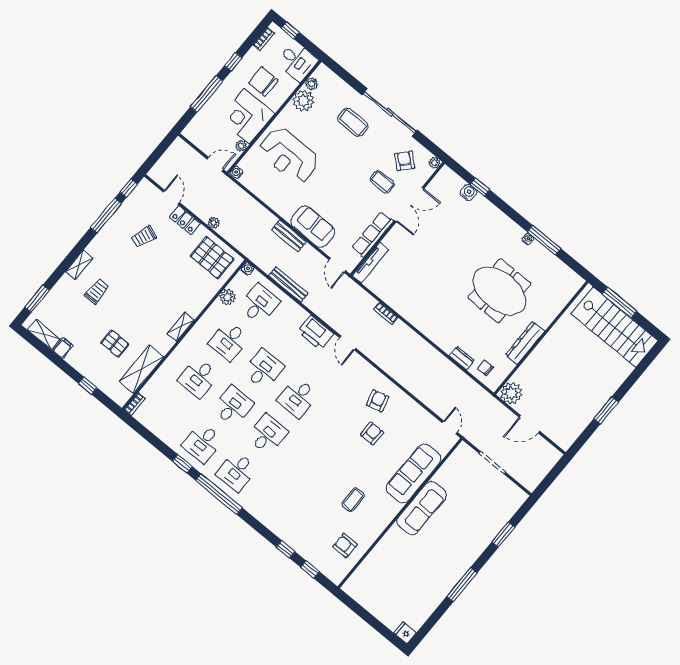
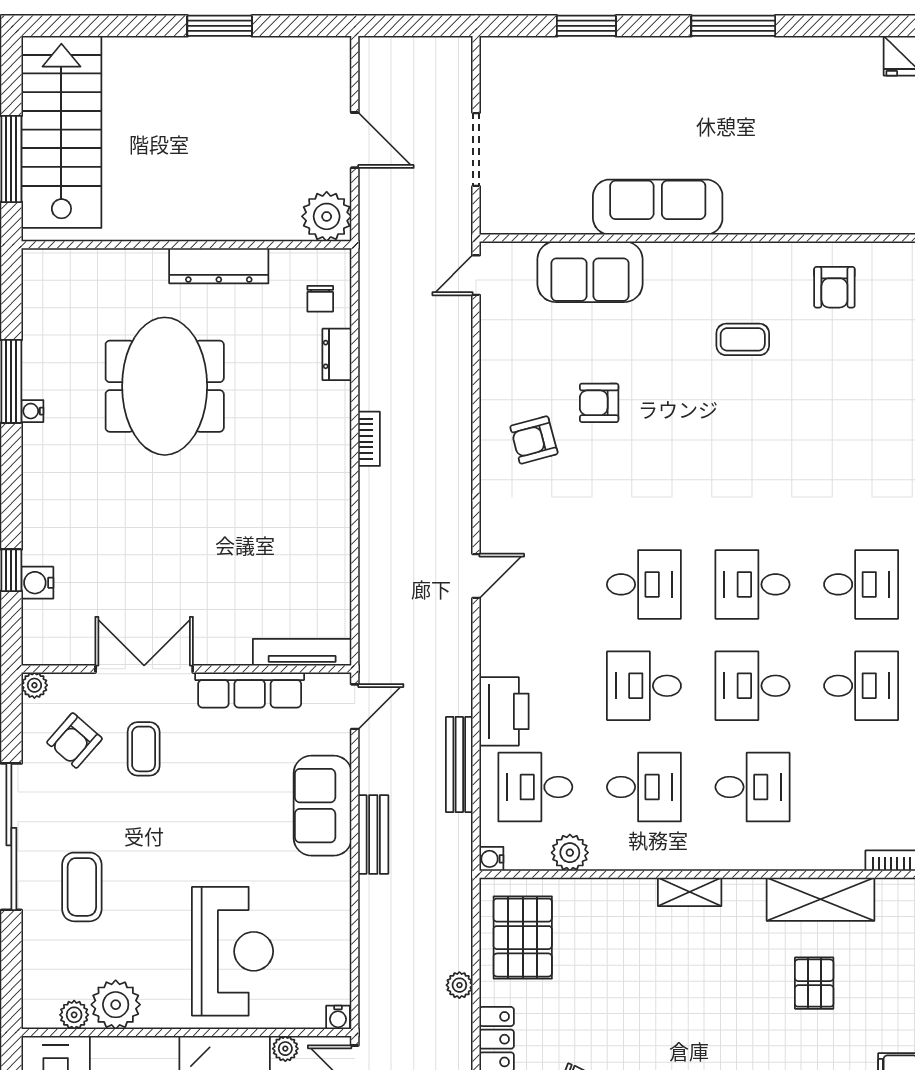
bookcase: (386, 313) -> (369, 439), moved
printer: (316, 333) -> (504, 711), moved
sofa: (414, 473) -> (590, 272), width x0.73

